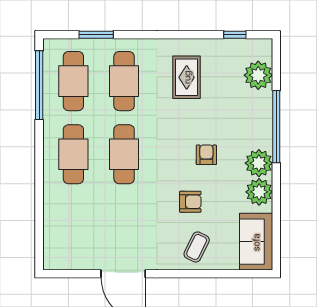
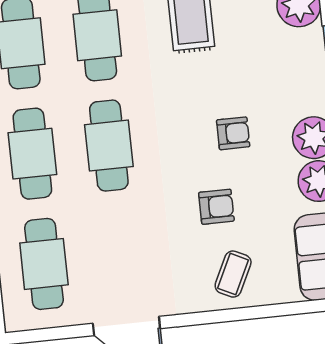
armchair: (206, 155) -> (233, 133), turned 90
cafe table: (73, 227) -> (44, 264), added

